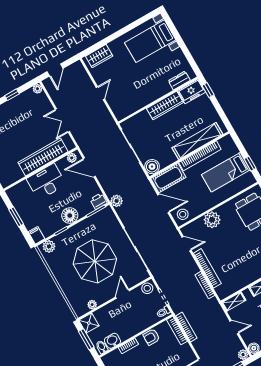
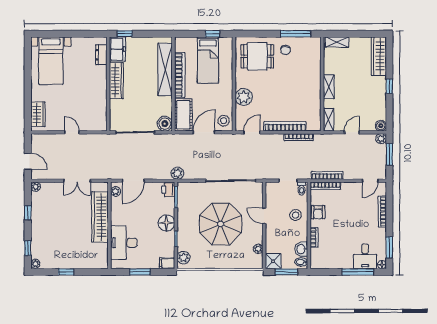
desk: (46, 182) -> (124, 243), moved
stool: (147, 288) -> (296, 215), moved

